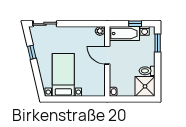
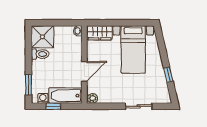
sliding door: (45, 24) -> (139, 106), moved
door: (107, 55) -> (84, 71), hinge flipped
wardrobe: (93, 90) -> (100, 33), added

